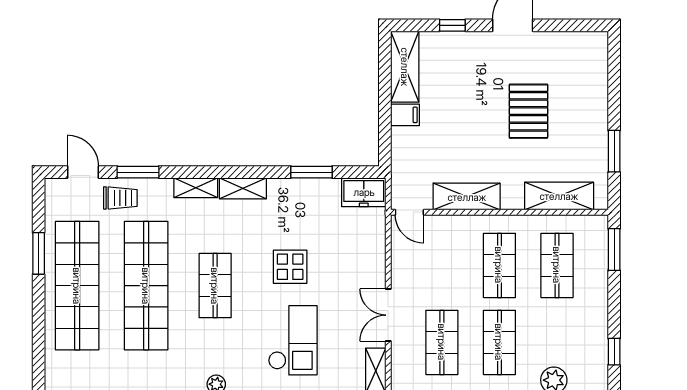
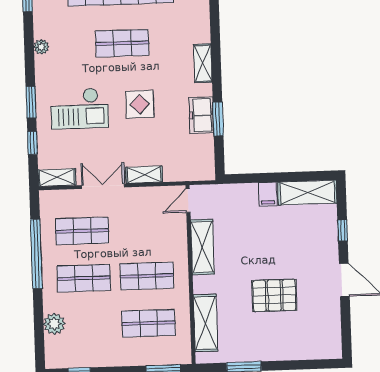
shelving: (196, 188) -> (144, 175), moved, turned 90
freezer: (364, 192) -> (201, 115), moved

